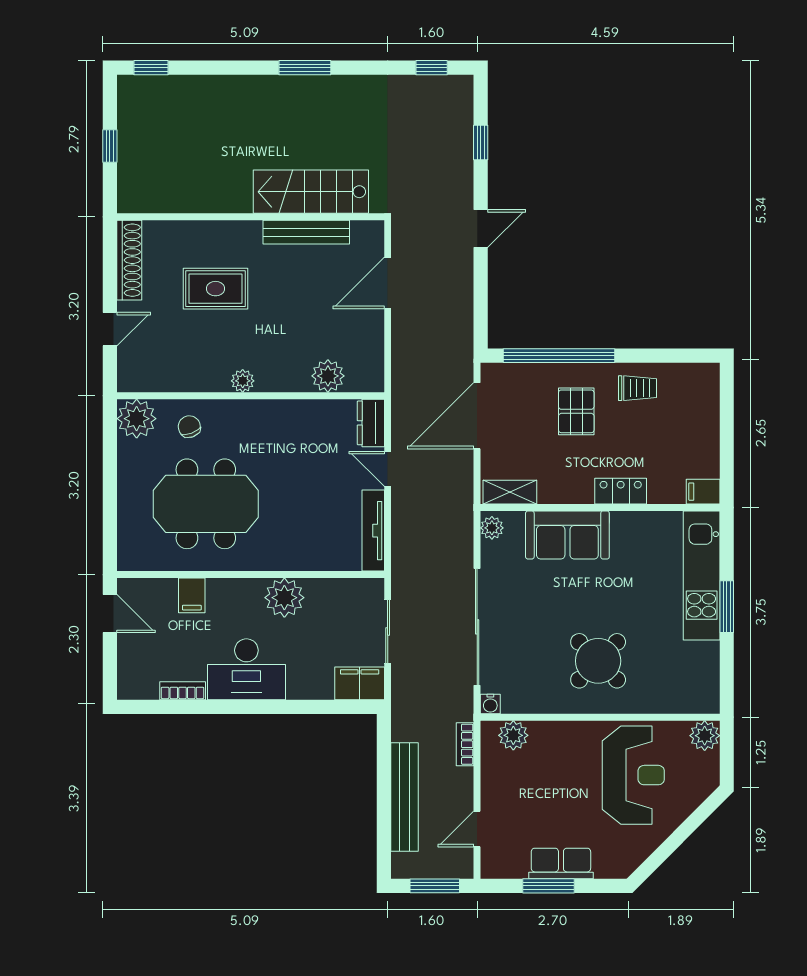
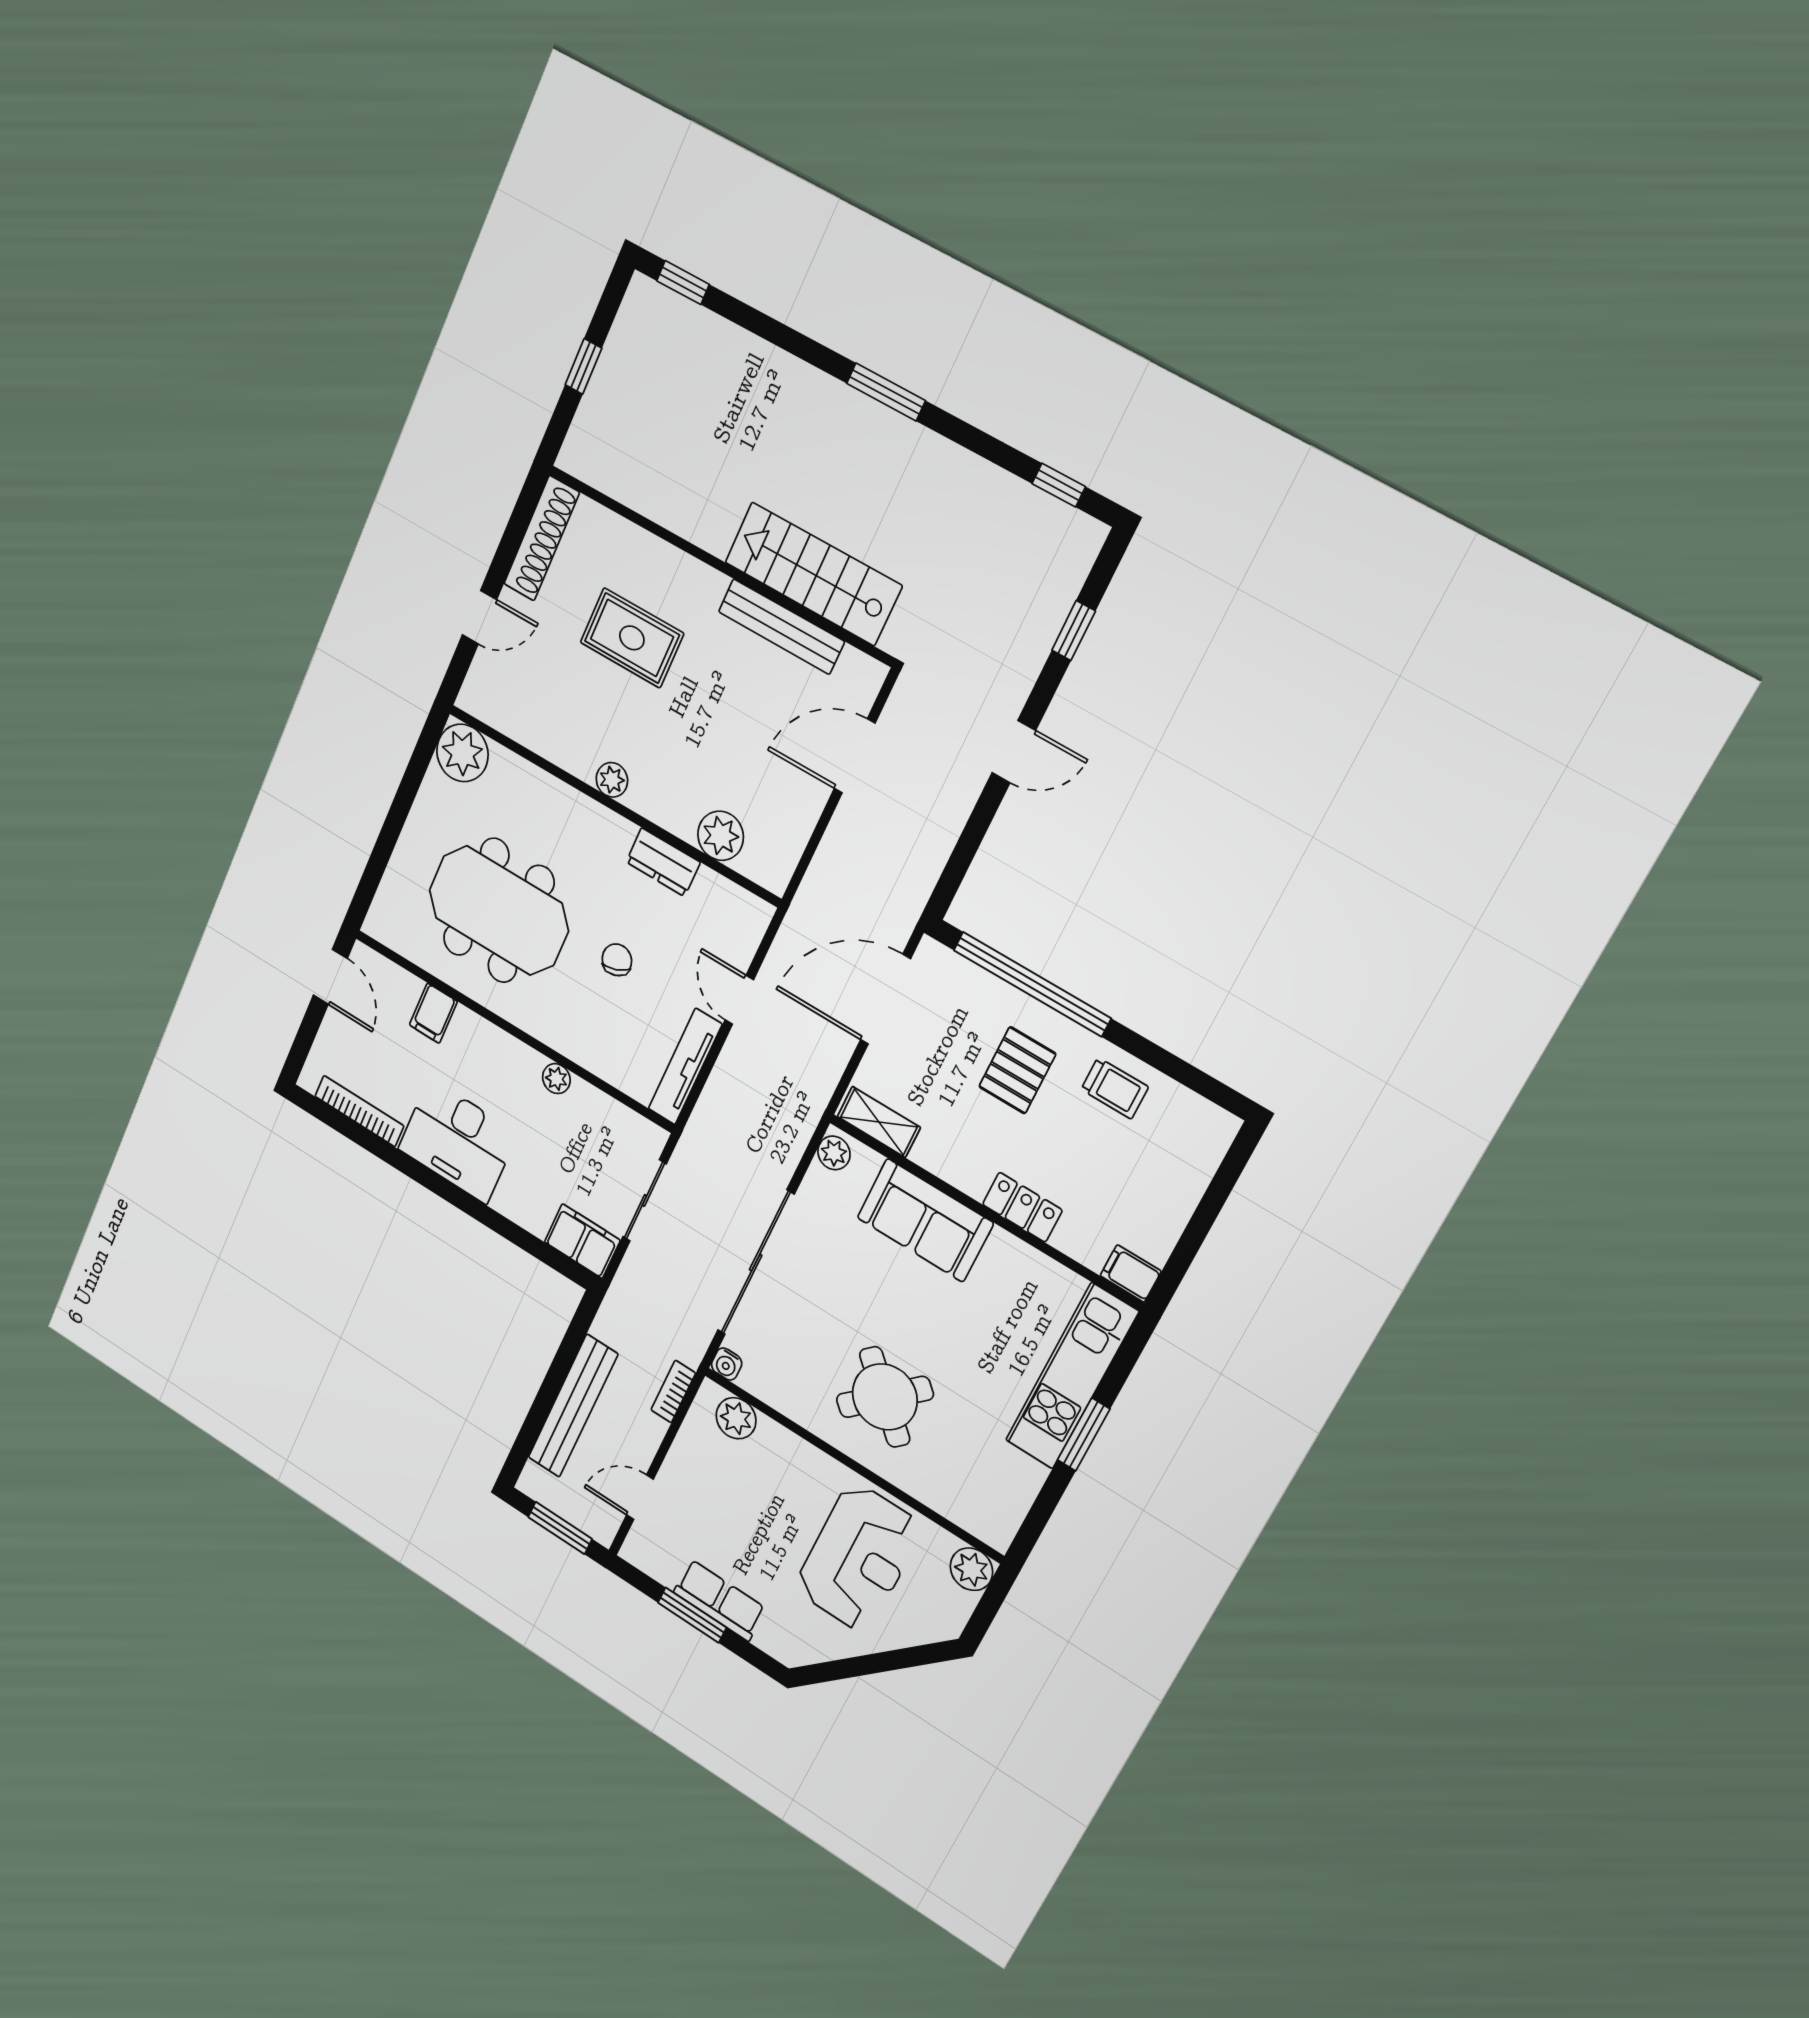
dresser: (371, 423) -> (663, 862), moved, turned -90
chair: (189, 427) -> (617, 960), moved
plant: (284, 598) -> (556, 1079), width x0.53, depth x0.53
bookcase: (183, 691) -> (359, 1111), width x1.56

